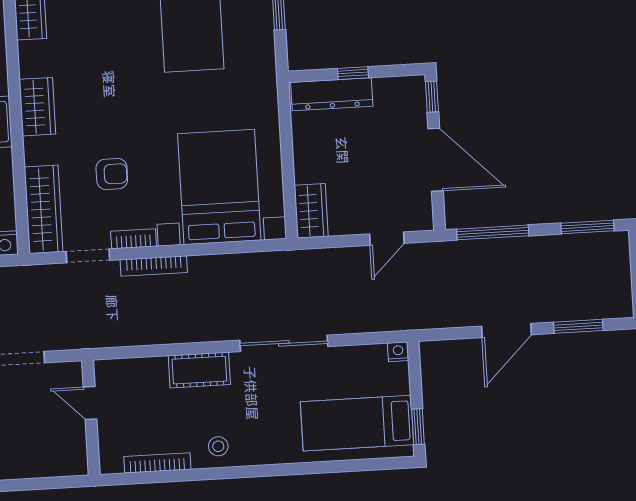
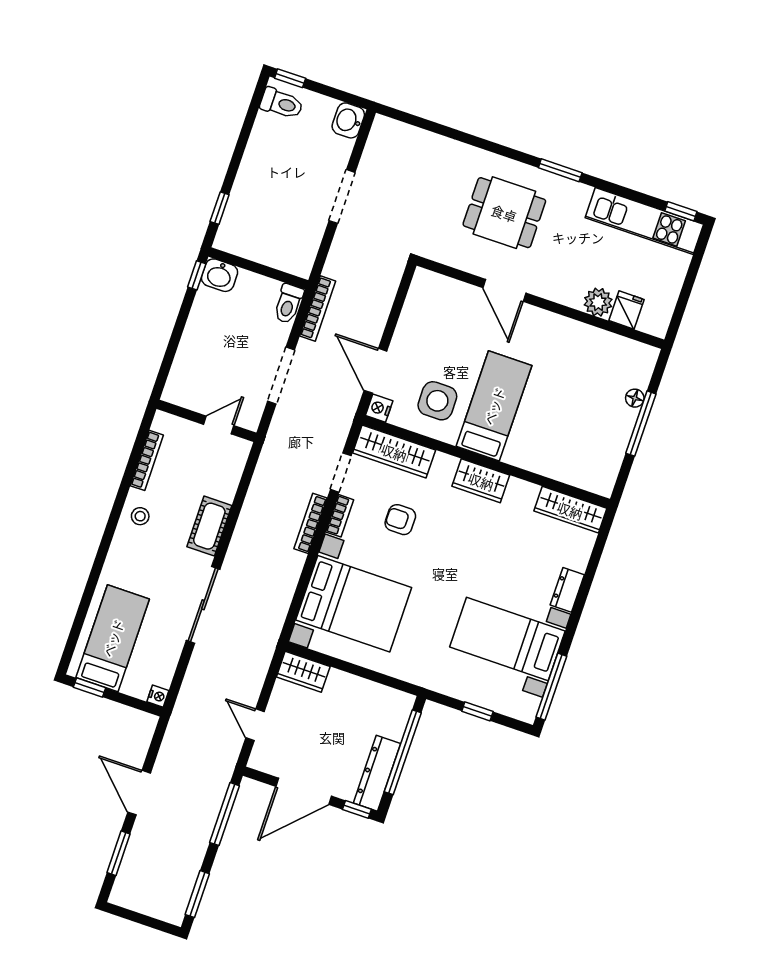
window: (353, 73) -> (403, 752), width x3.17
dresser: (332, 94) -> (377, 773), moved
armchair: (112, 174) -> (400, 520), turned 90

